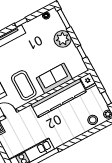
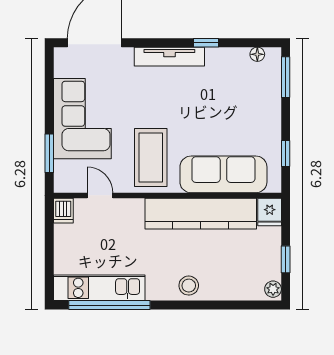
plant: (63, 39) -> (264, 112), removed
sofa: (54, 78) -> (223, 174), width x1.36
stool: (93, 120) -> (189, 286), moved

